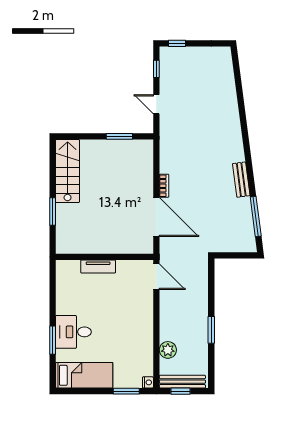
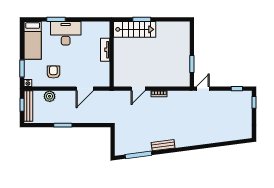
door: (156, 104) -> (203, 89), moved
stairs: (68, 171) -> (135, 29), moved
door: (156, 217) -> (138, 89), width x0.53
door: (156, 277) -> (85, 89), moved
desk: (73, 332) -> (66, 33), width x1.37
armchair: (132, 344) -> (53, 72), added

